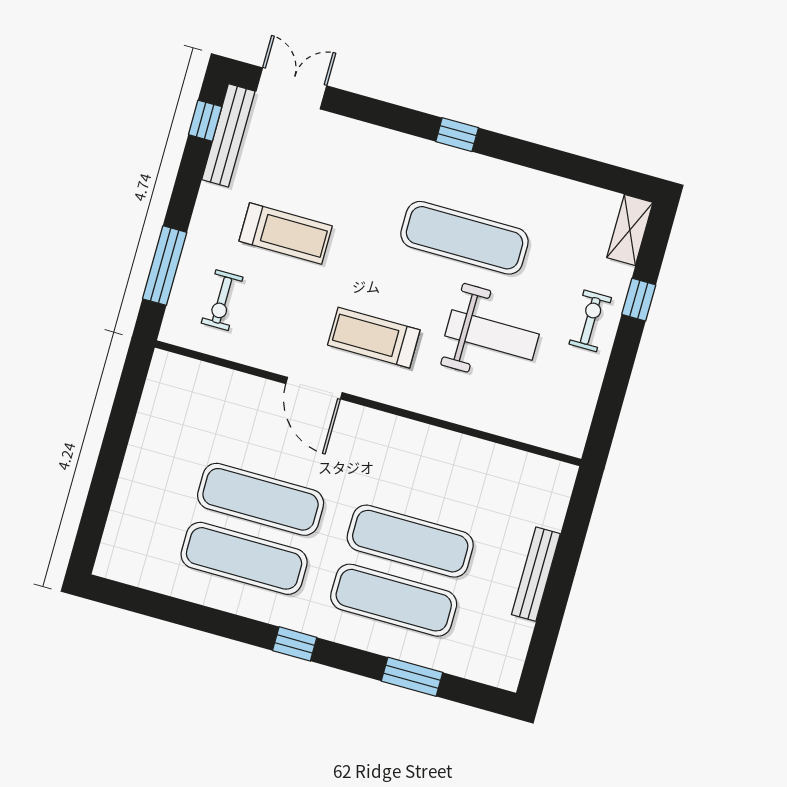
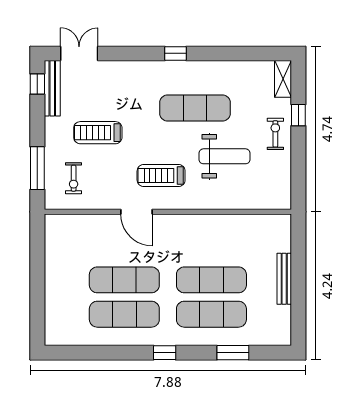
treadmill: (286, 234) -> (98, 133), turned 180

